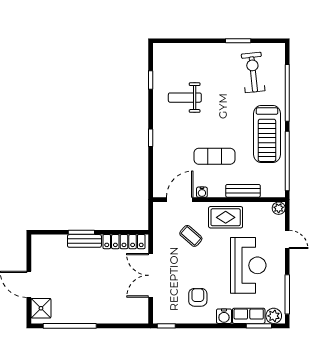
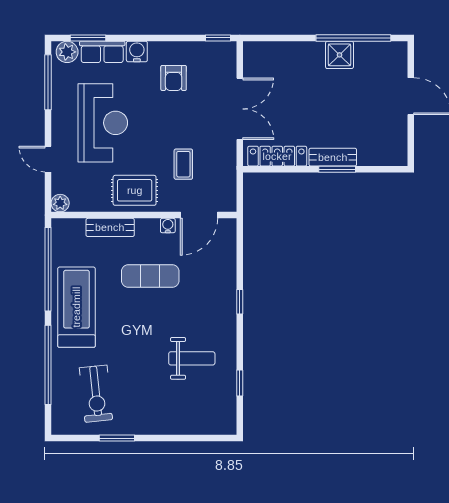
coffee table: (191, 236) -> (183, 164), turned 49
reception desk: (248, 265) -> (103, 123), turned 180
shower: (41, 308) -> (339, 55), moved

